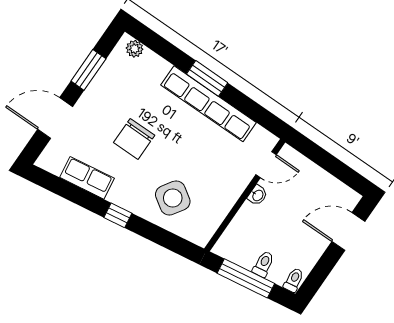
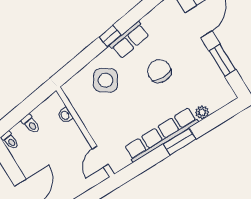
plant: (135, 49) -> (202, 112), moved
row of seats: (87, 178) -> (129, 40), moved
washbasin: (258, 195) -> (65, 115), moved
window: (246, 278) -> (26, 107), removed

